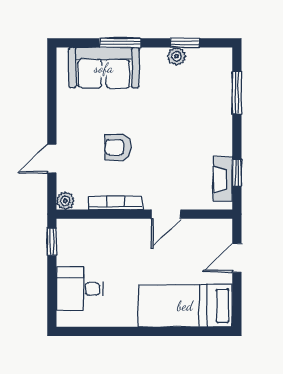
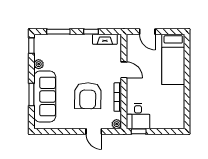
window: (185, 43) -> (31, 46), moved
sofa: (104, 68) -> (45, 97), width x1.36
armchair: (118, 147) -> (88, 96), width x1.88, depth x1.88
window: (237, 173) -> (91, 32), moved
desk: (80, 289) -> (138, 116), moved

